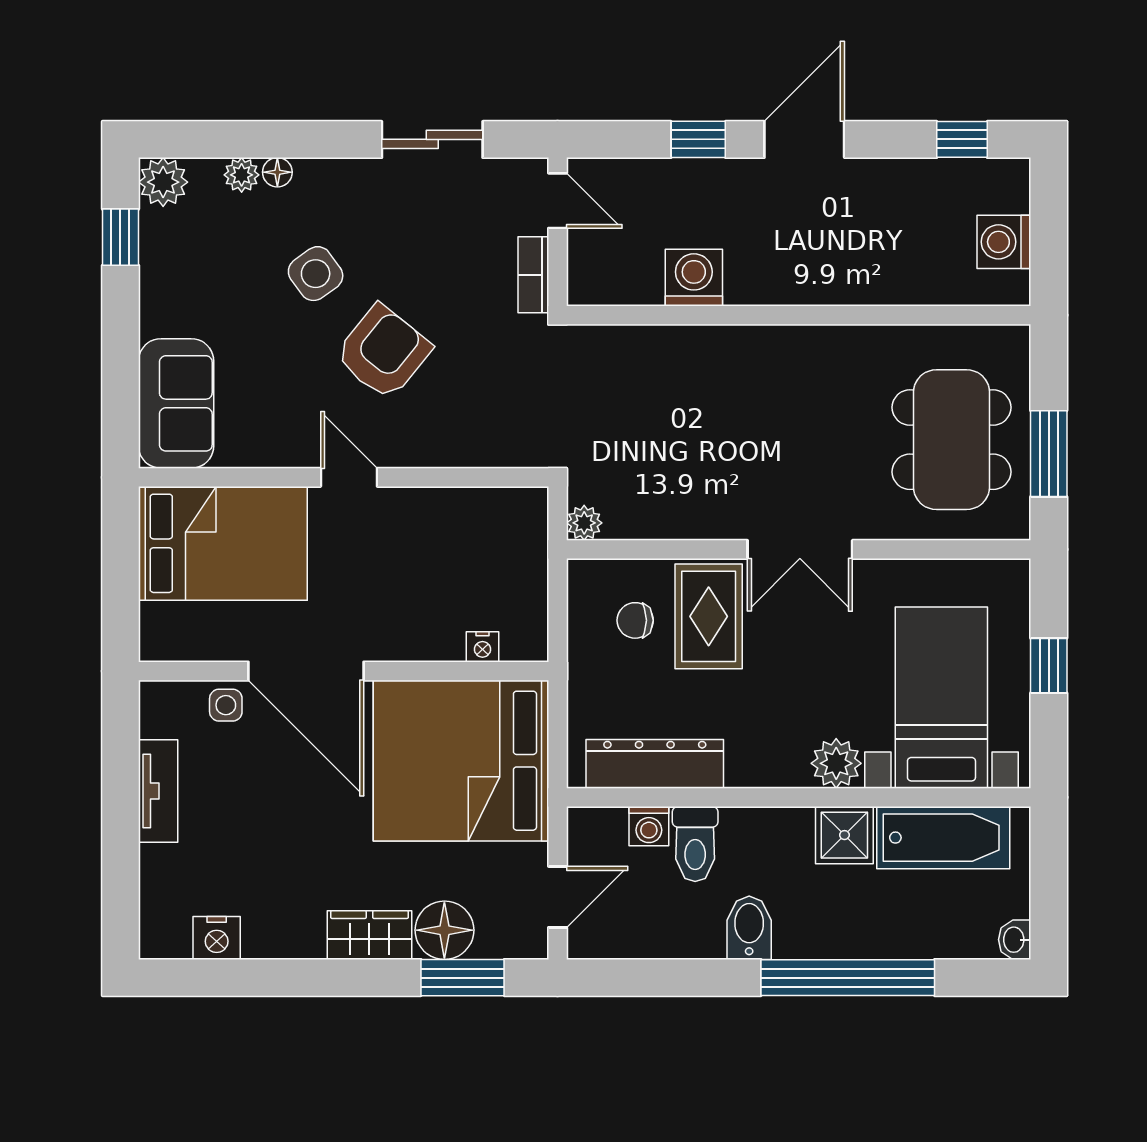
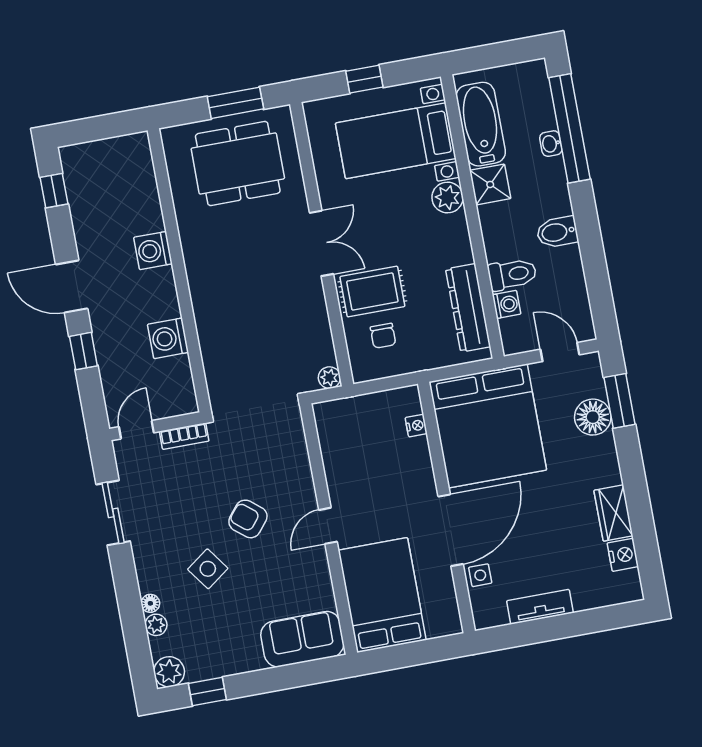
washing machine: (1004, 242) -> (153, 251), moved, turned 90
armchair: (383, 352) -> (248, 519), width x0.72, depth x0.72
wardrobe: (369, 935) -> (613, 513), moved
washbasin: (1015, 940) -> (551, 144), moved, turned 90
window: (848, 978) -> (569, 128), moved

